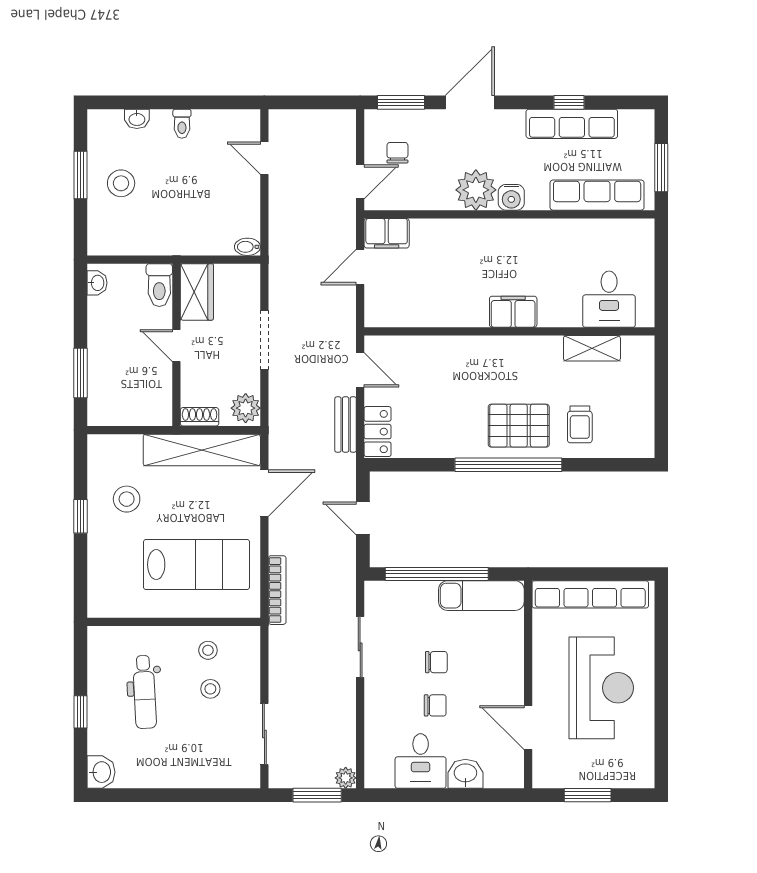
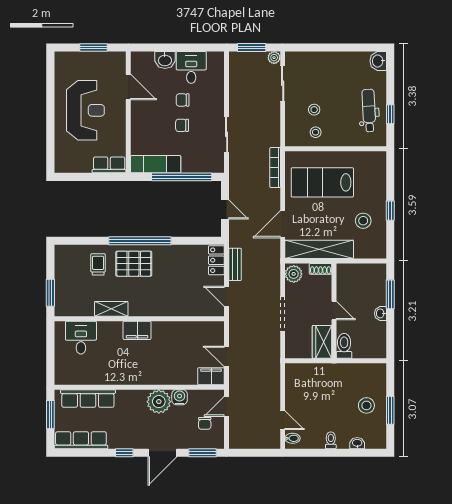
window: (569, 102) -> (124, 453), moved
row of seats: (572, 124) -> (81, 440), moved
water cooler: (511, 197) -> (180, 397), moved
bidet: (247, 247) -> (292, 438), moved
door: (360, 267) -> (227, 356), swing flipped
washbasin: (97, 283) -> (380, 313), moved
shelving: (592, 348) -> (111, 309), moved
window: (661, 376) -> (50, 293), added
row of seats: (590, 594) -> (109, 165), width x0.50
reception desk: (601, 688) -> (85, 110), turned 180
dental chair: (145, 692) -> (369, 111), moved
window: (80, 712) -> (390, 114), moved
plant: (346, 778) -> (274, 58), moved

